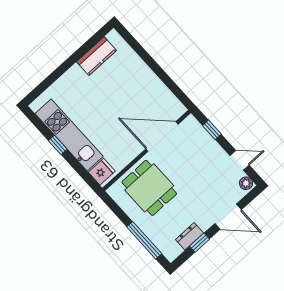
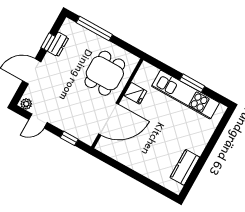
window: (58, 145) -> (192, 83), width x1.50
fridge: (102, 172) -> (135, 93), moved, turned -90
dining table: (149, 188) -> (105, 73), turned 90

